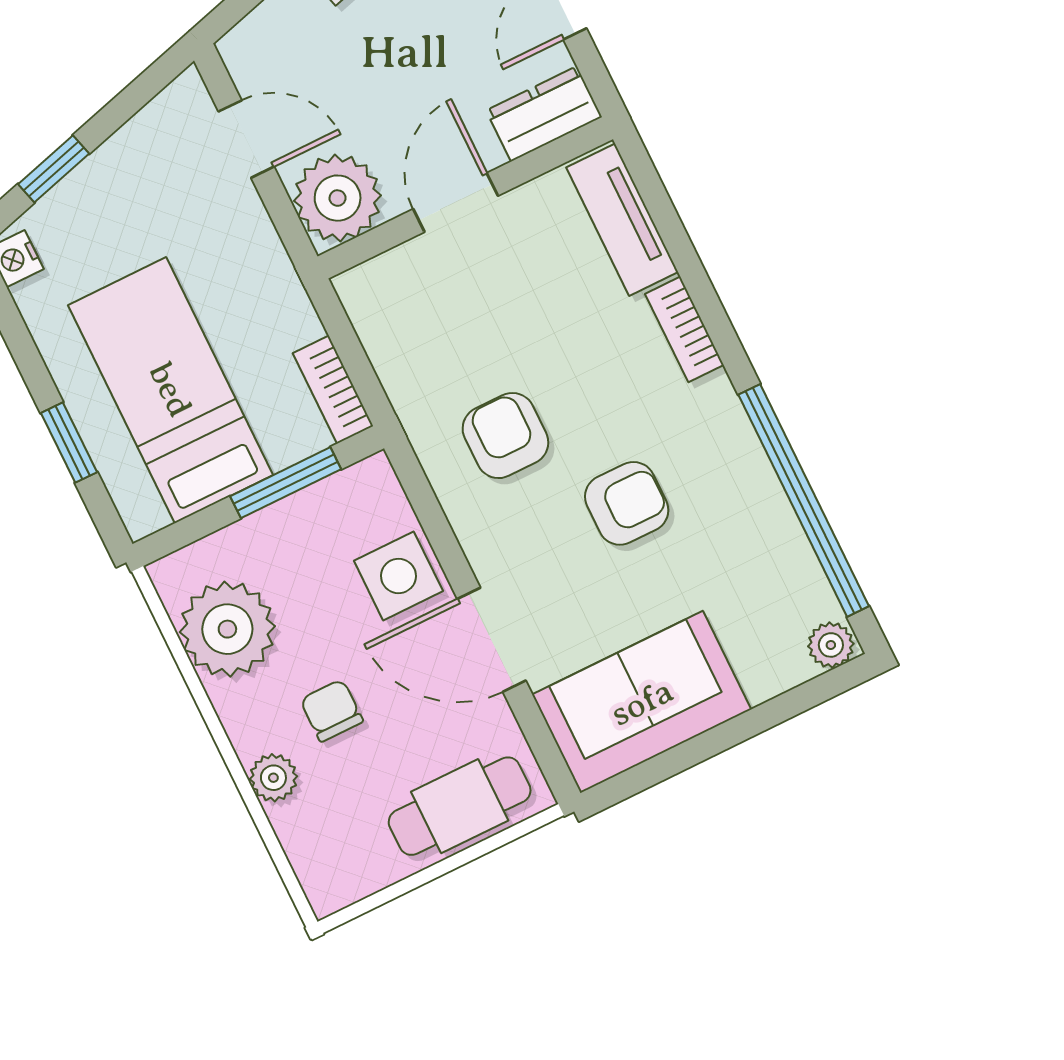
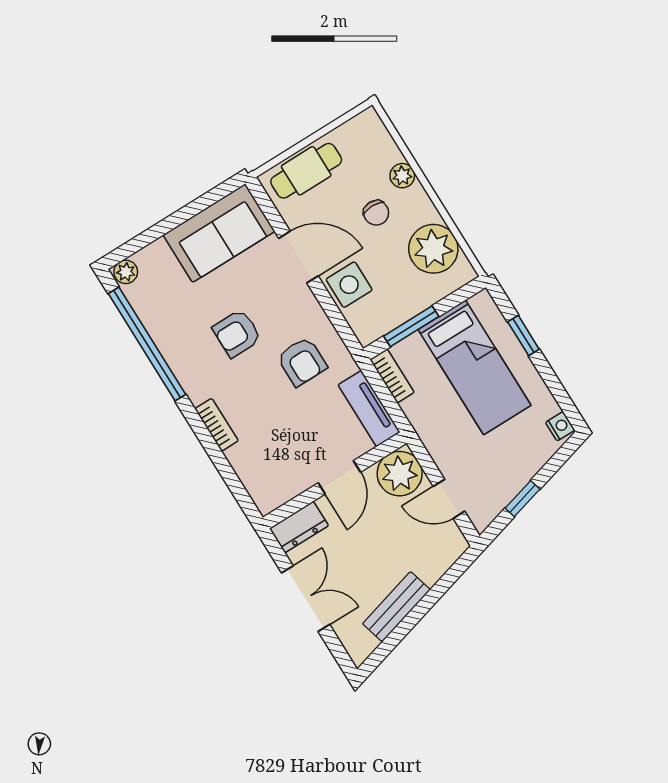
window: (54, 169) -> (523, 499), moved
tv unit: (622, 220) -> (369, 409), moved, turned 180

